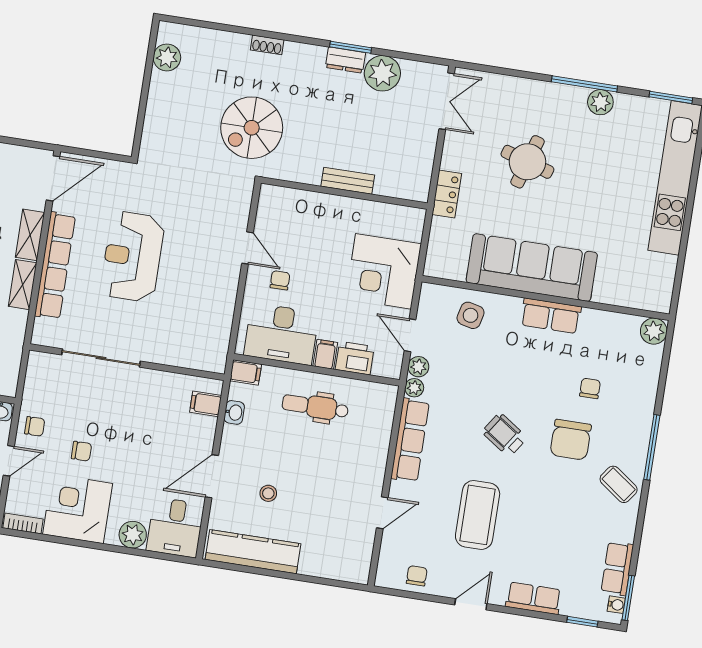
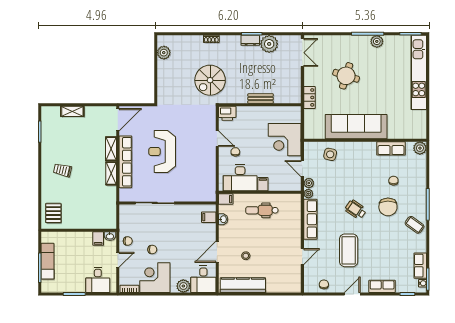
row of seats: (551, 316) -> (391, 148), moved
printer: (355, 358) -> (227, 113), moved, turned 180

